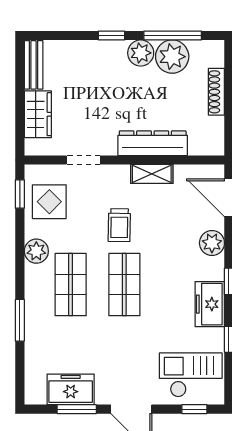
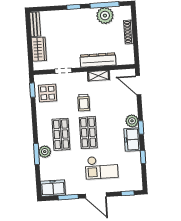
plant: (141, 53) -> (89, 15), removed
plant: (212, 243) -> (132, 121), moved
plant: (36, 251) -> (45, 152), moved
checkout: (191, 375) -> (102, 167), moved, turned 180
freezer: (71, 389) -> (53, 188), moved

